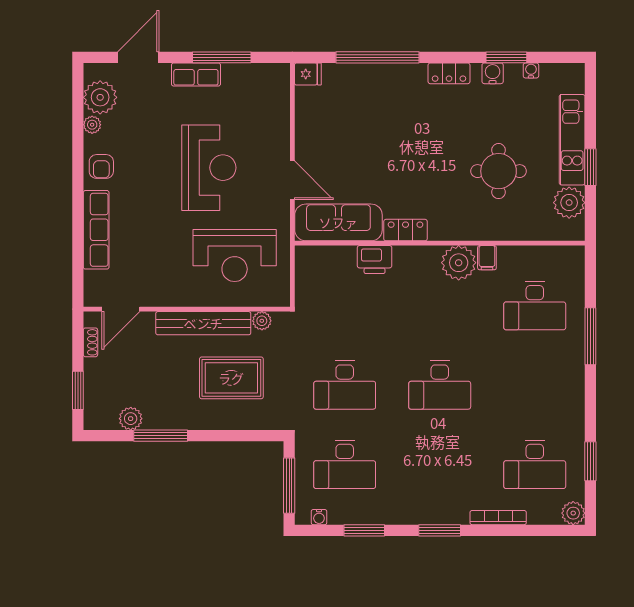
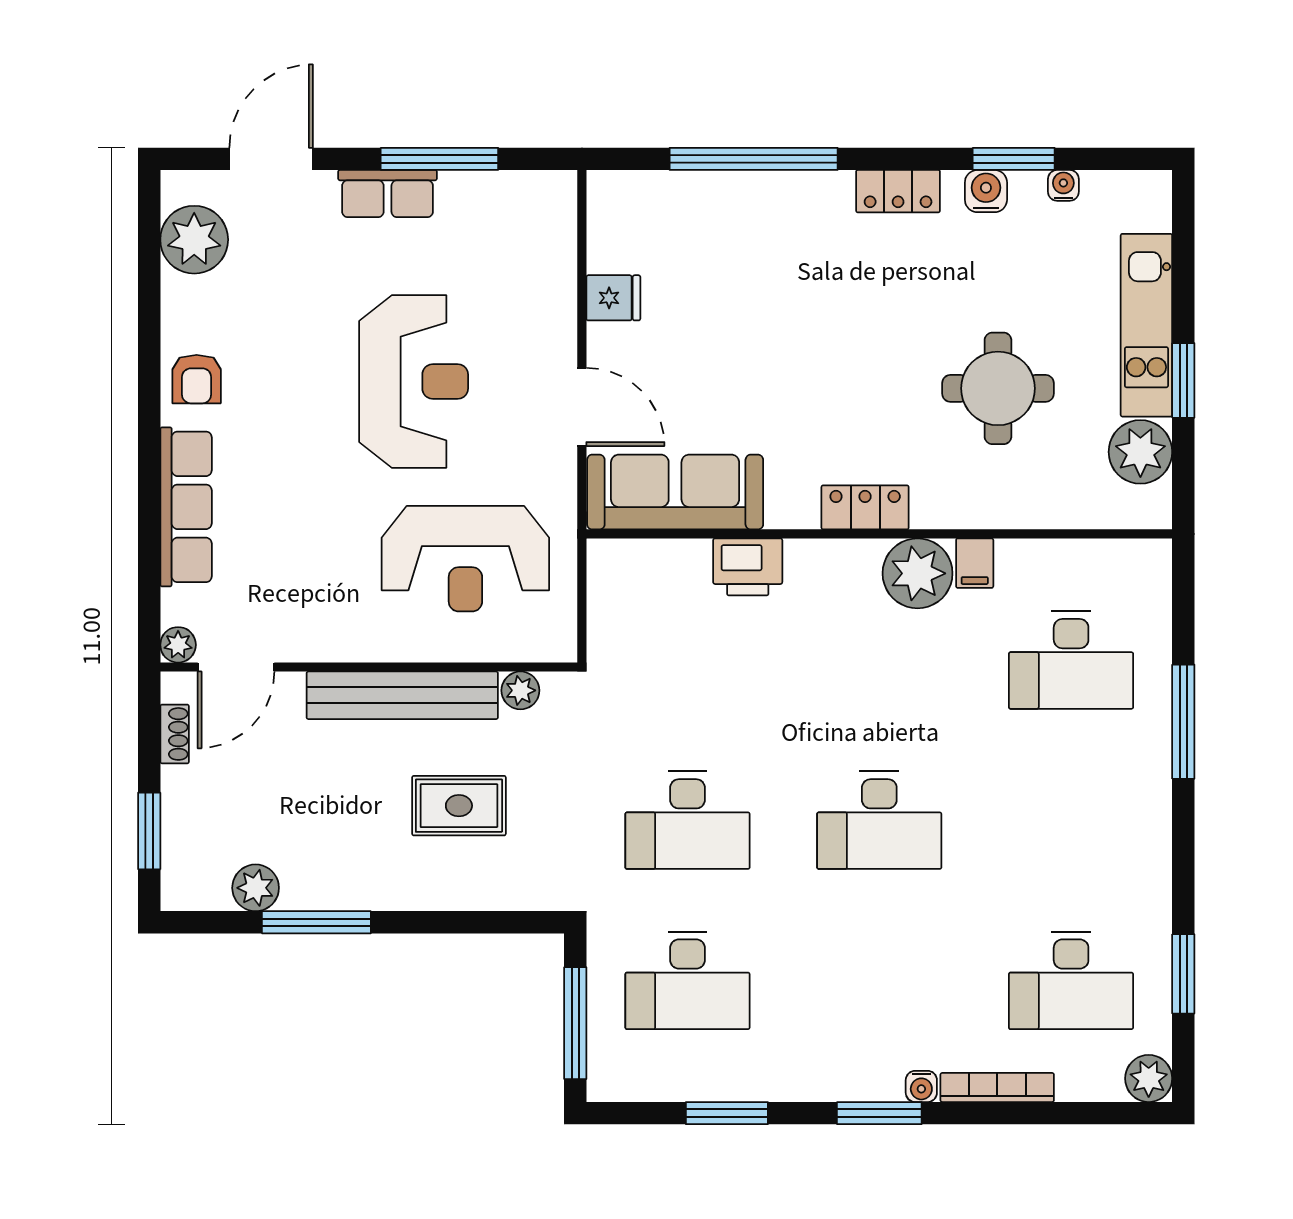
fridge: (308, 74) -> (613, 298), moved
plant: (92, 125) -> (178, 645), moved
locker: (405, 230) -> (865, 507), moved
rug: (231, 378) -> (459, 806), width x0.73, depth x0.70
water cooler: (319, 517) -> (921, 1086), moved

